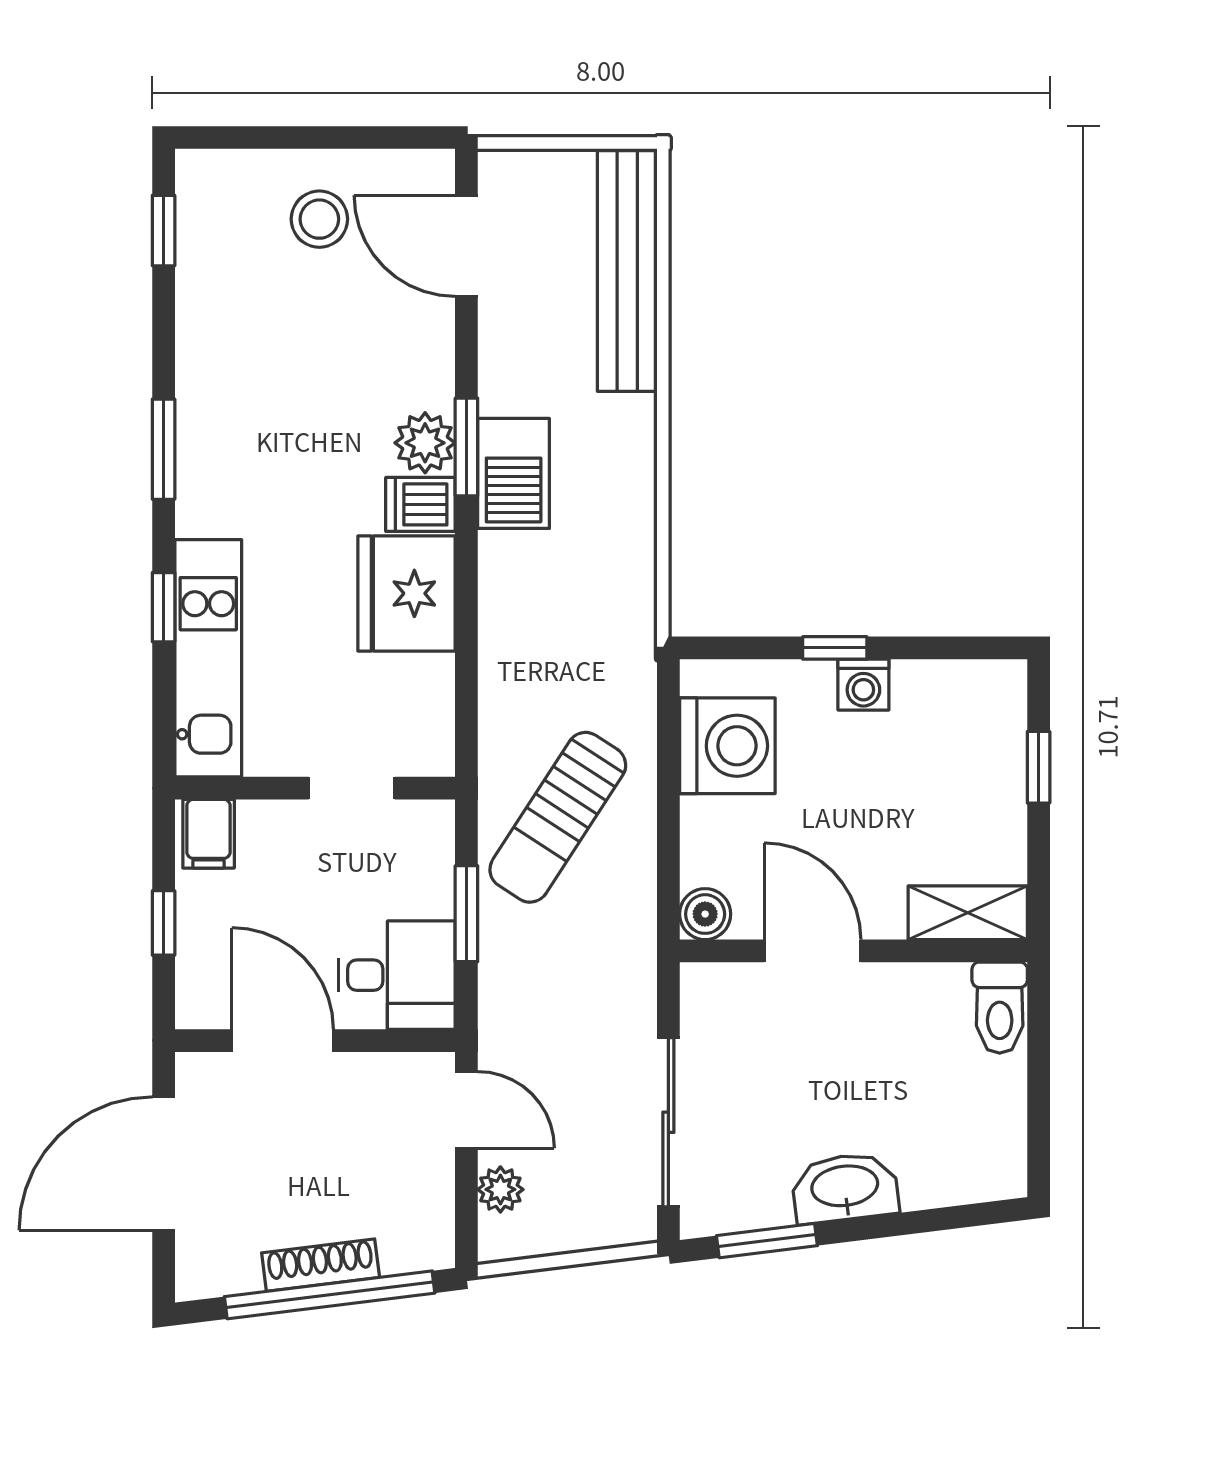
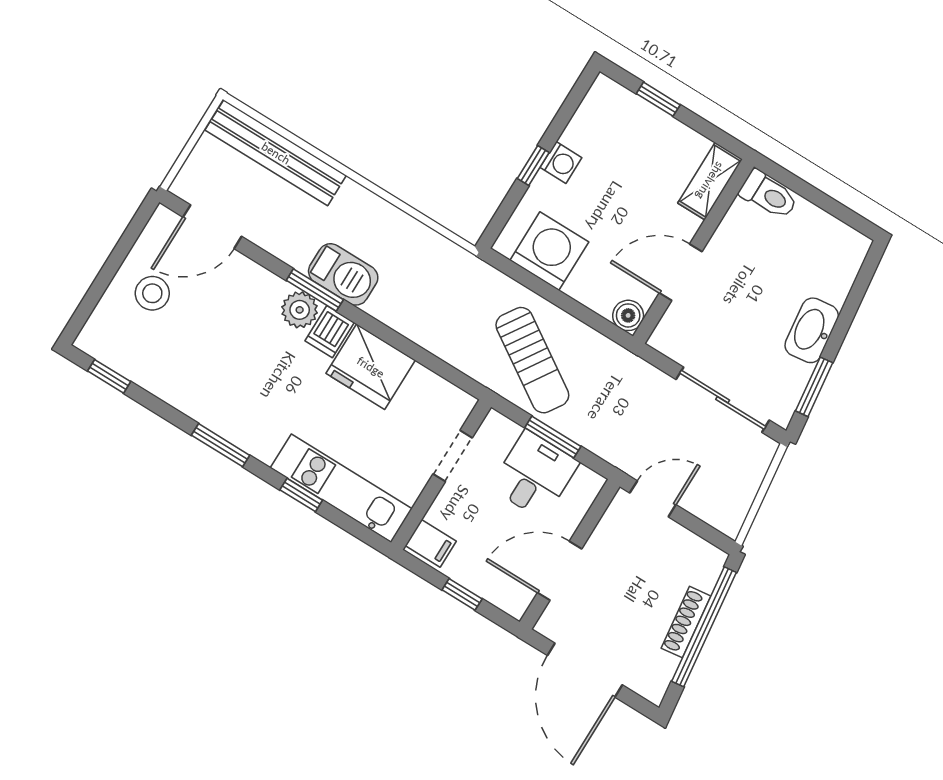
desk: (397, 975) -> (534, 475), moved
plant: (500, 1189) -> (704, 507), removed

